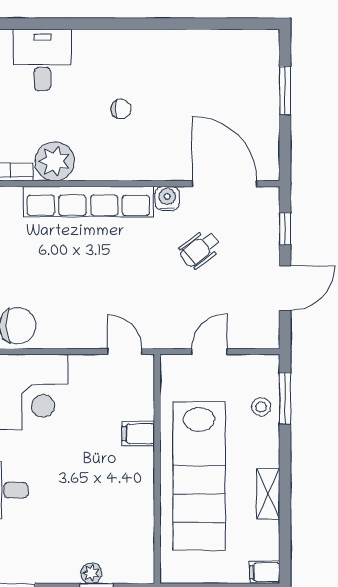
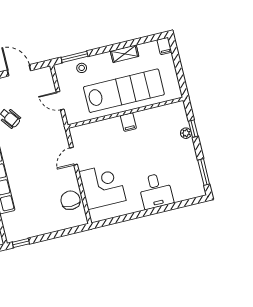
door: (125, 352) -> (74, 156), moved
filing cabinet: (138, 434) -> (128, 122), moved

